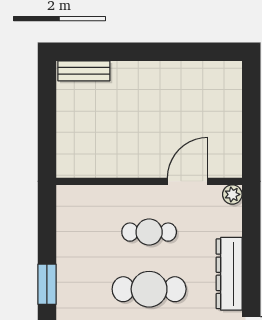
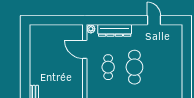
dresser: (229, 274) -> (115, 30), moved

